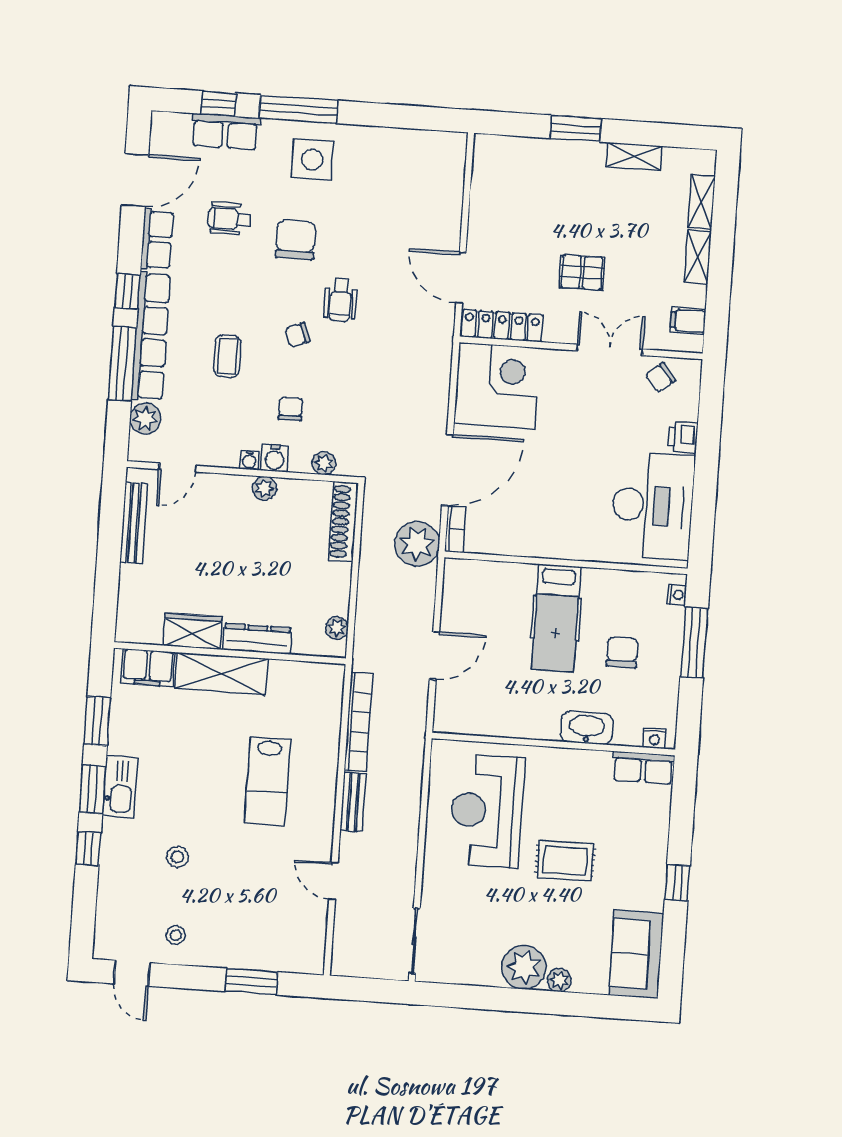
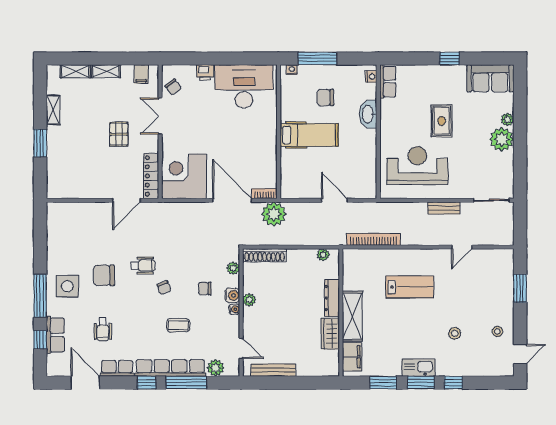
chair: (296, 240) -> (104, 275), moved
bench: (353, 802) -> (444, 208), moved
reception desk: (487, 811) -> (417, 166), turned 180

